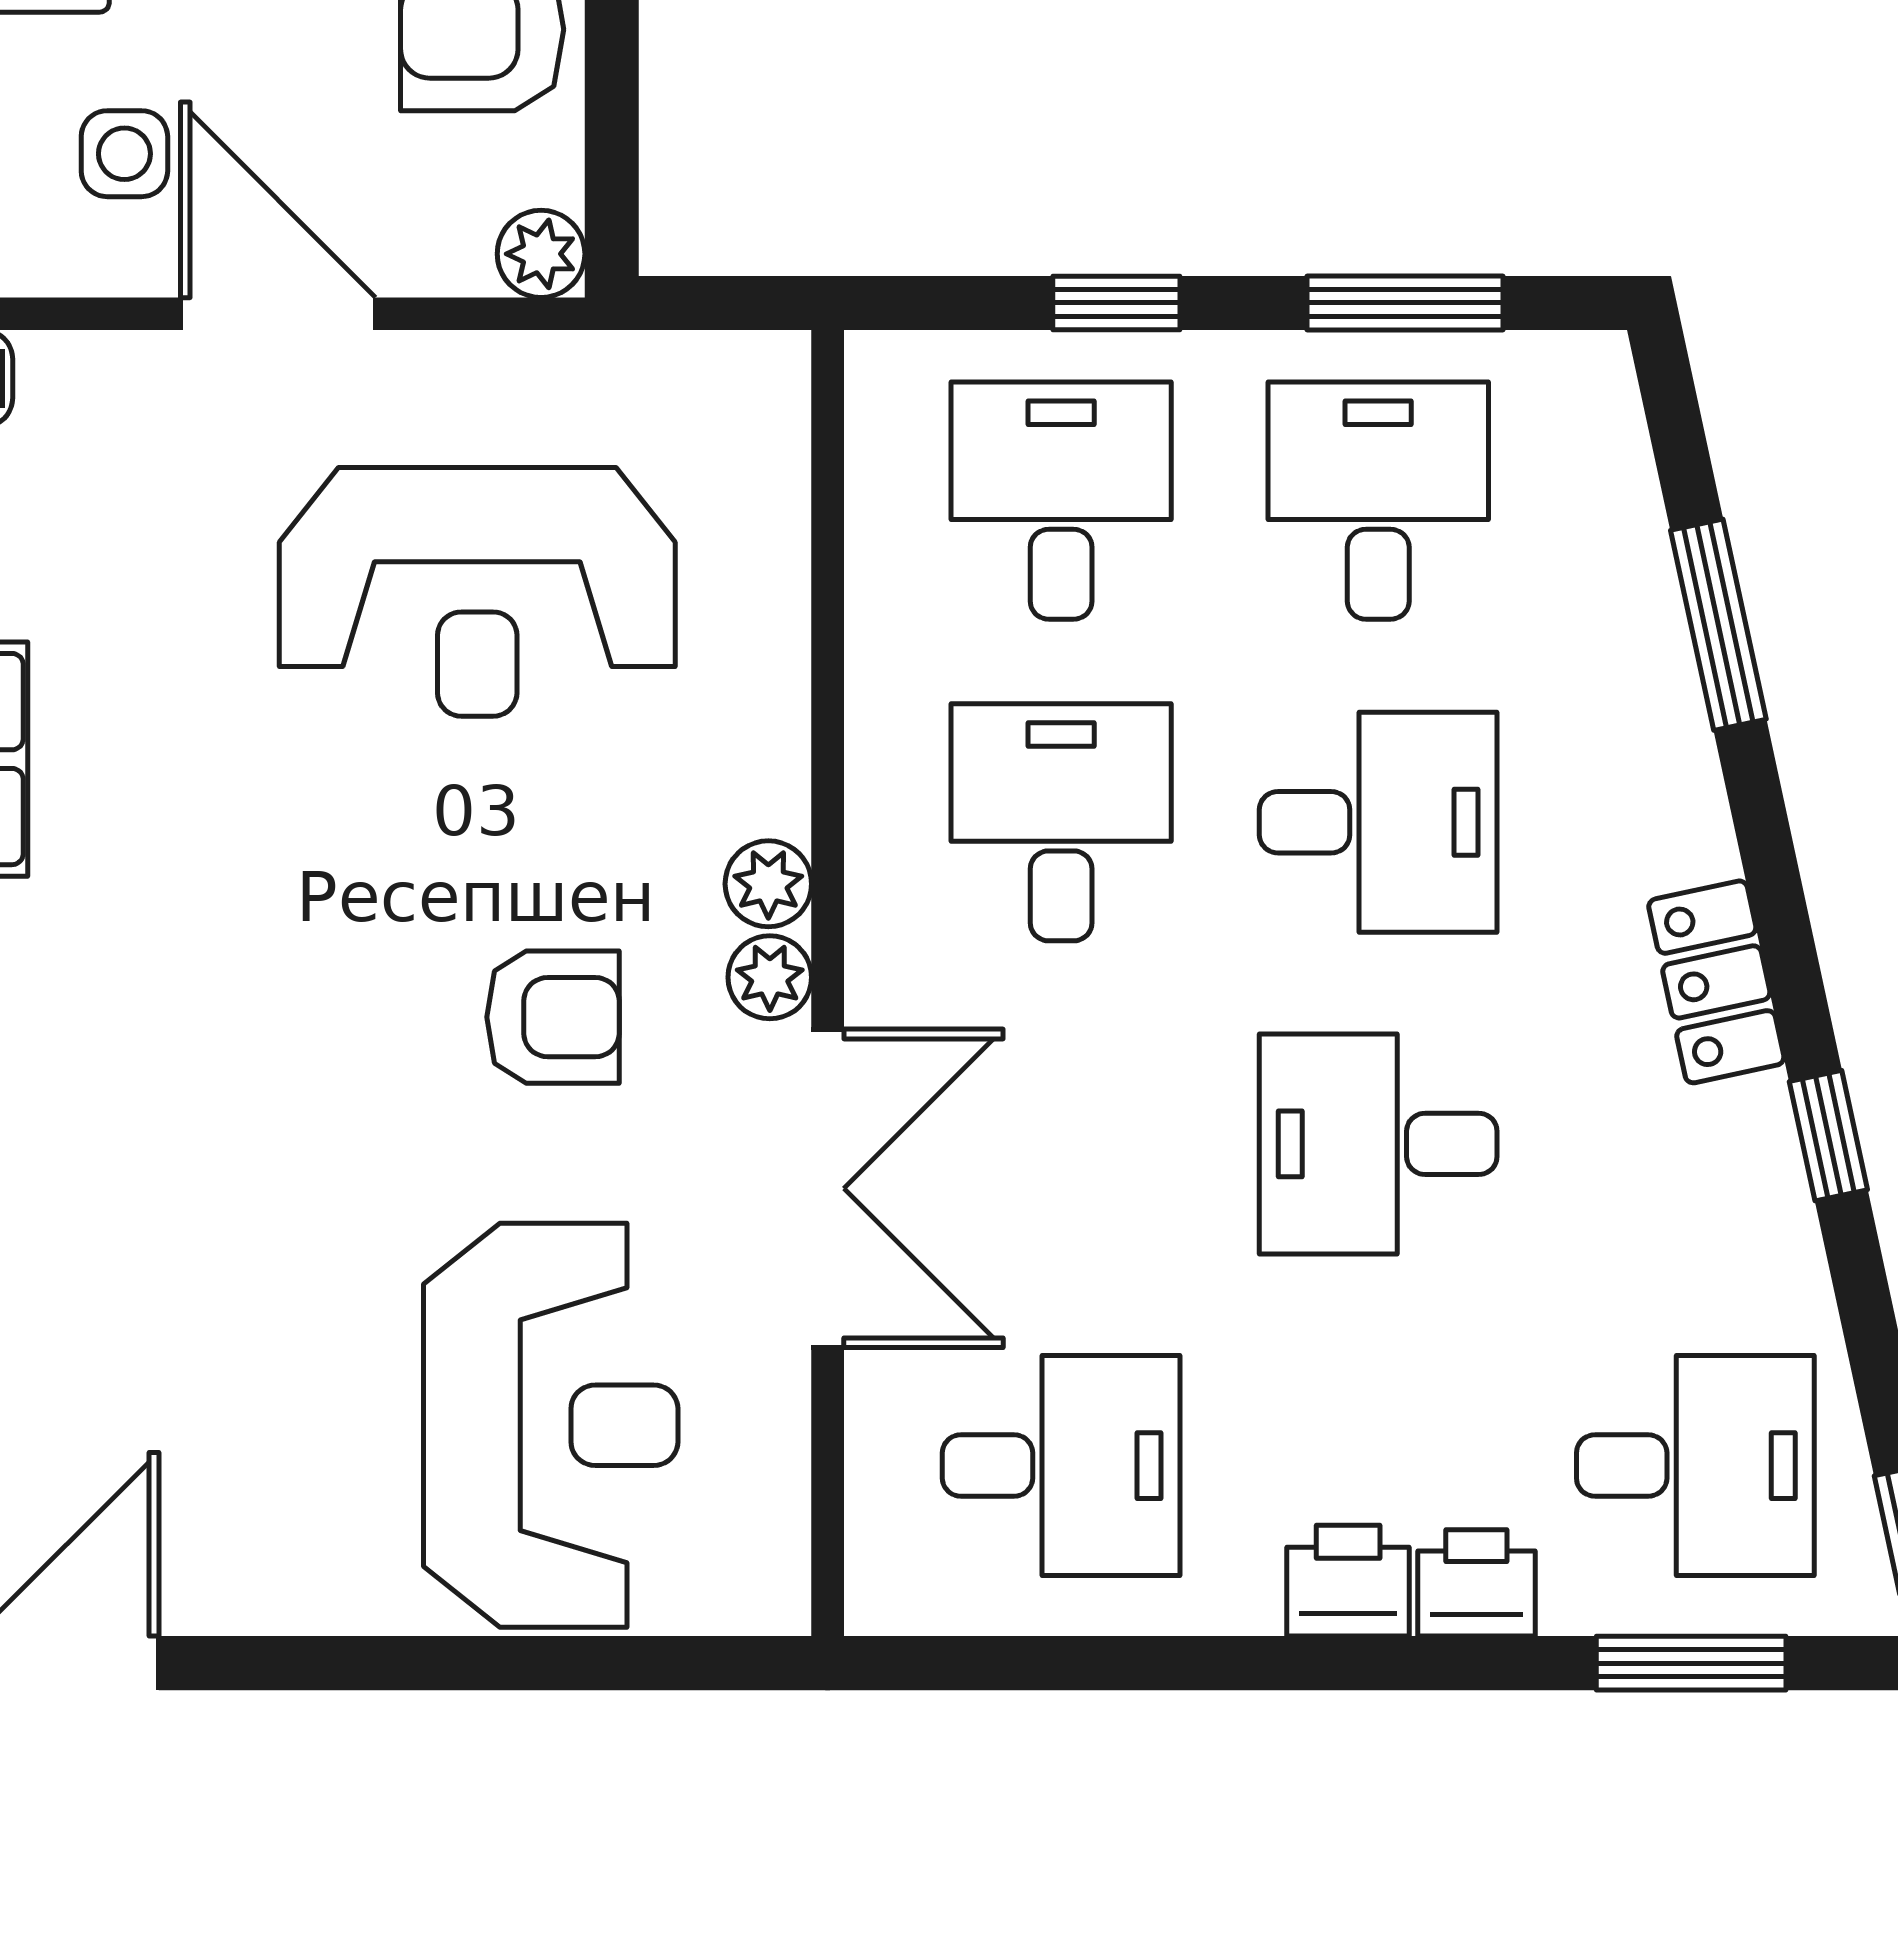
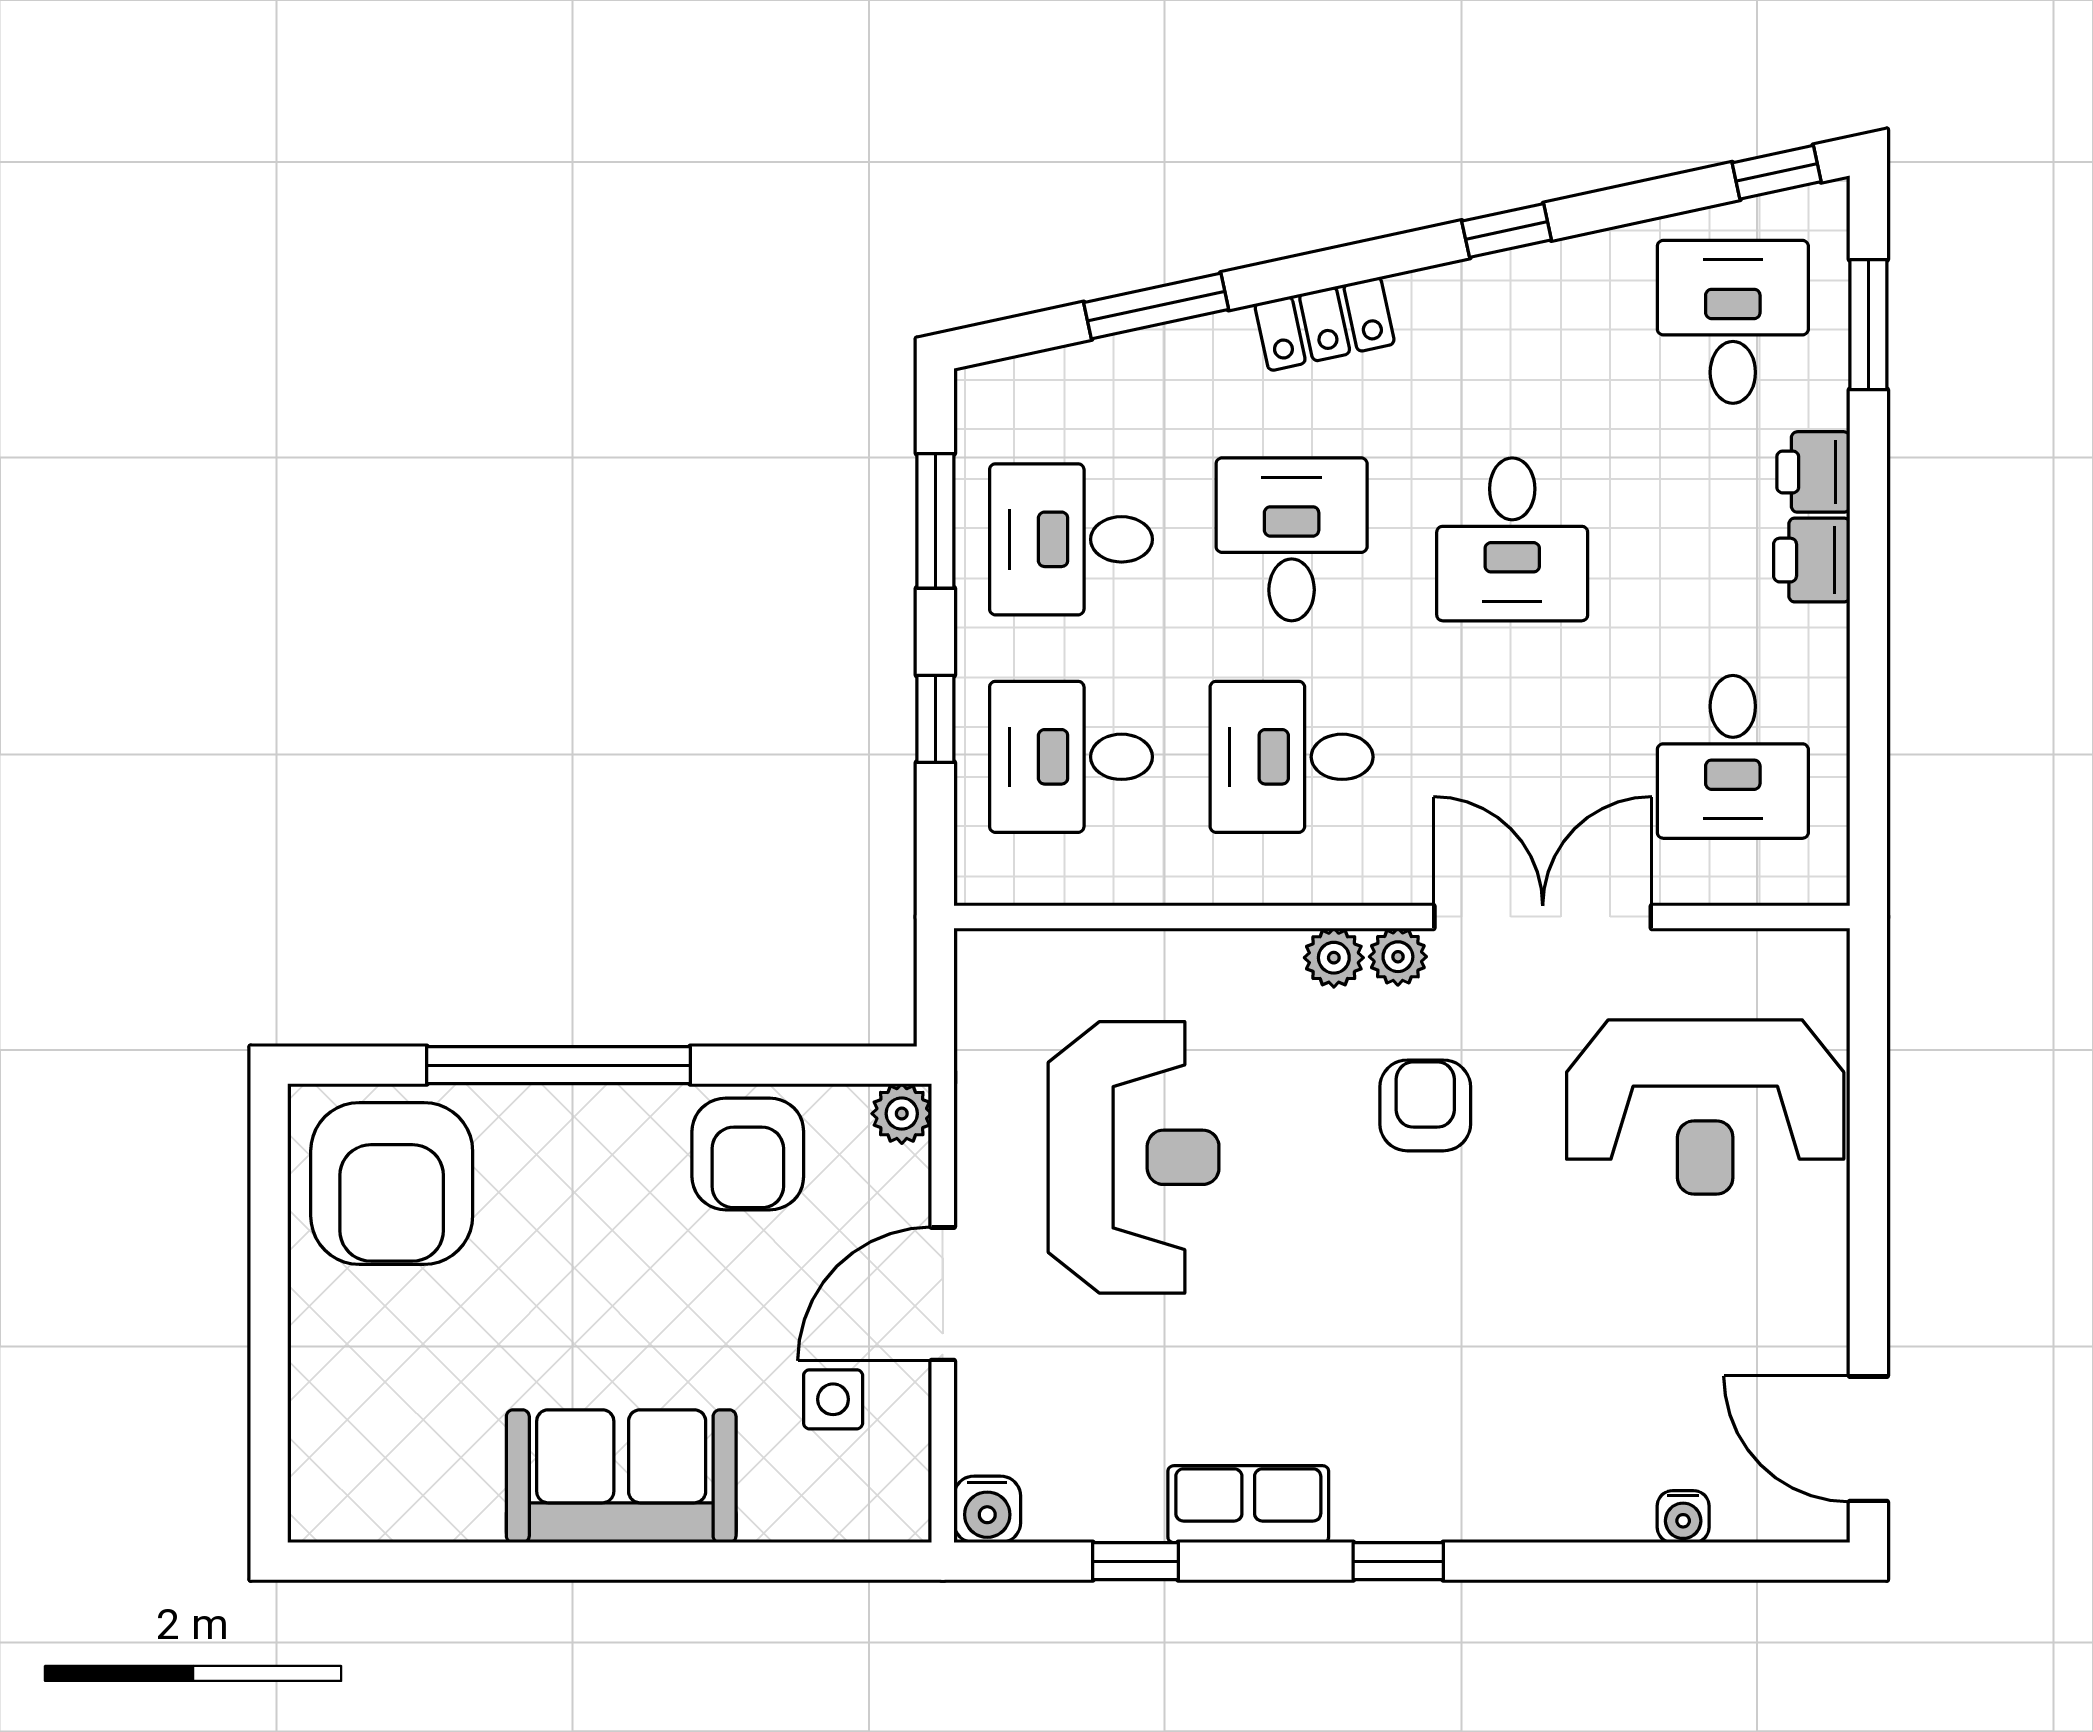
locker: (1716, 982) -> (1325, 324), moved
reception desk: (551, 1425) -> (1705, 1107), turned 180
desk: (1061, 1466) -> (1733, 757), turned 180

